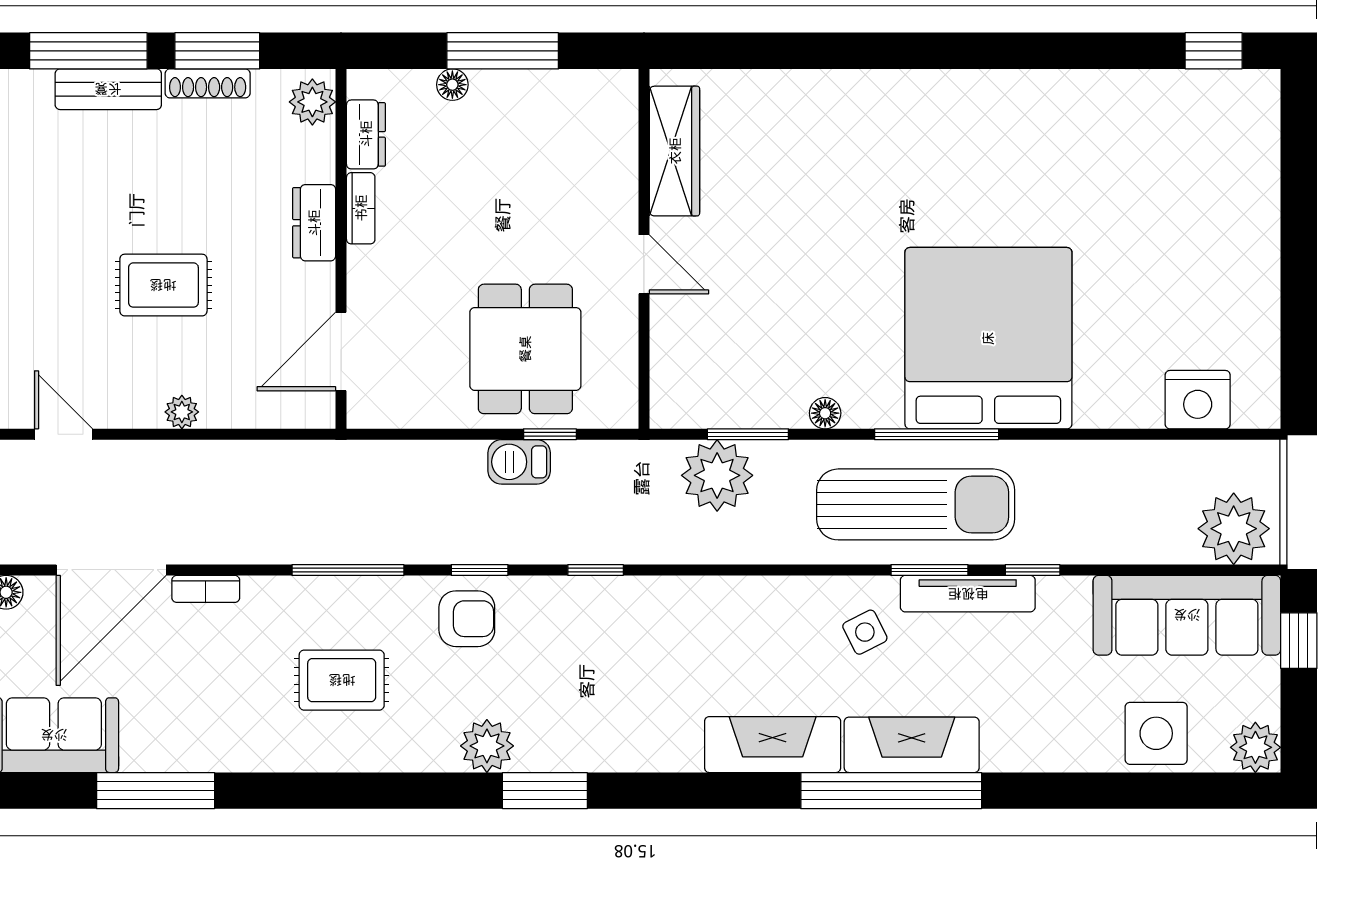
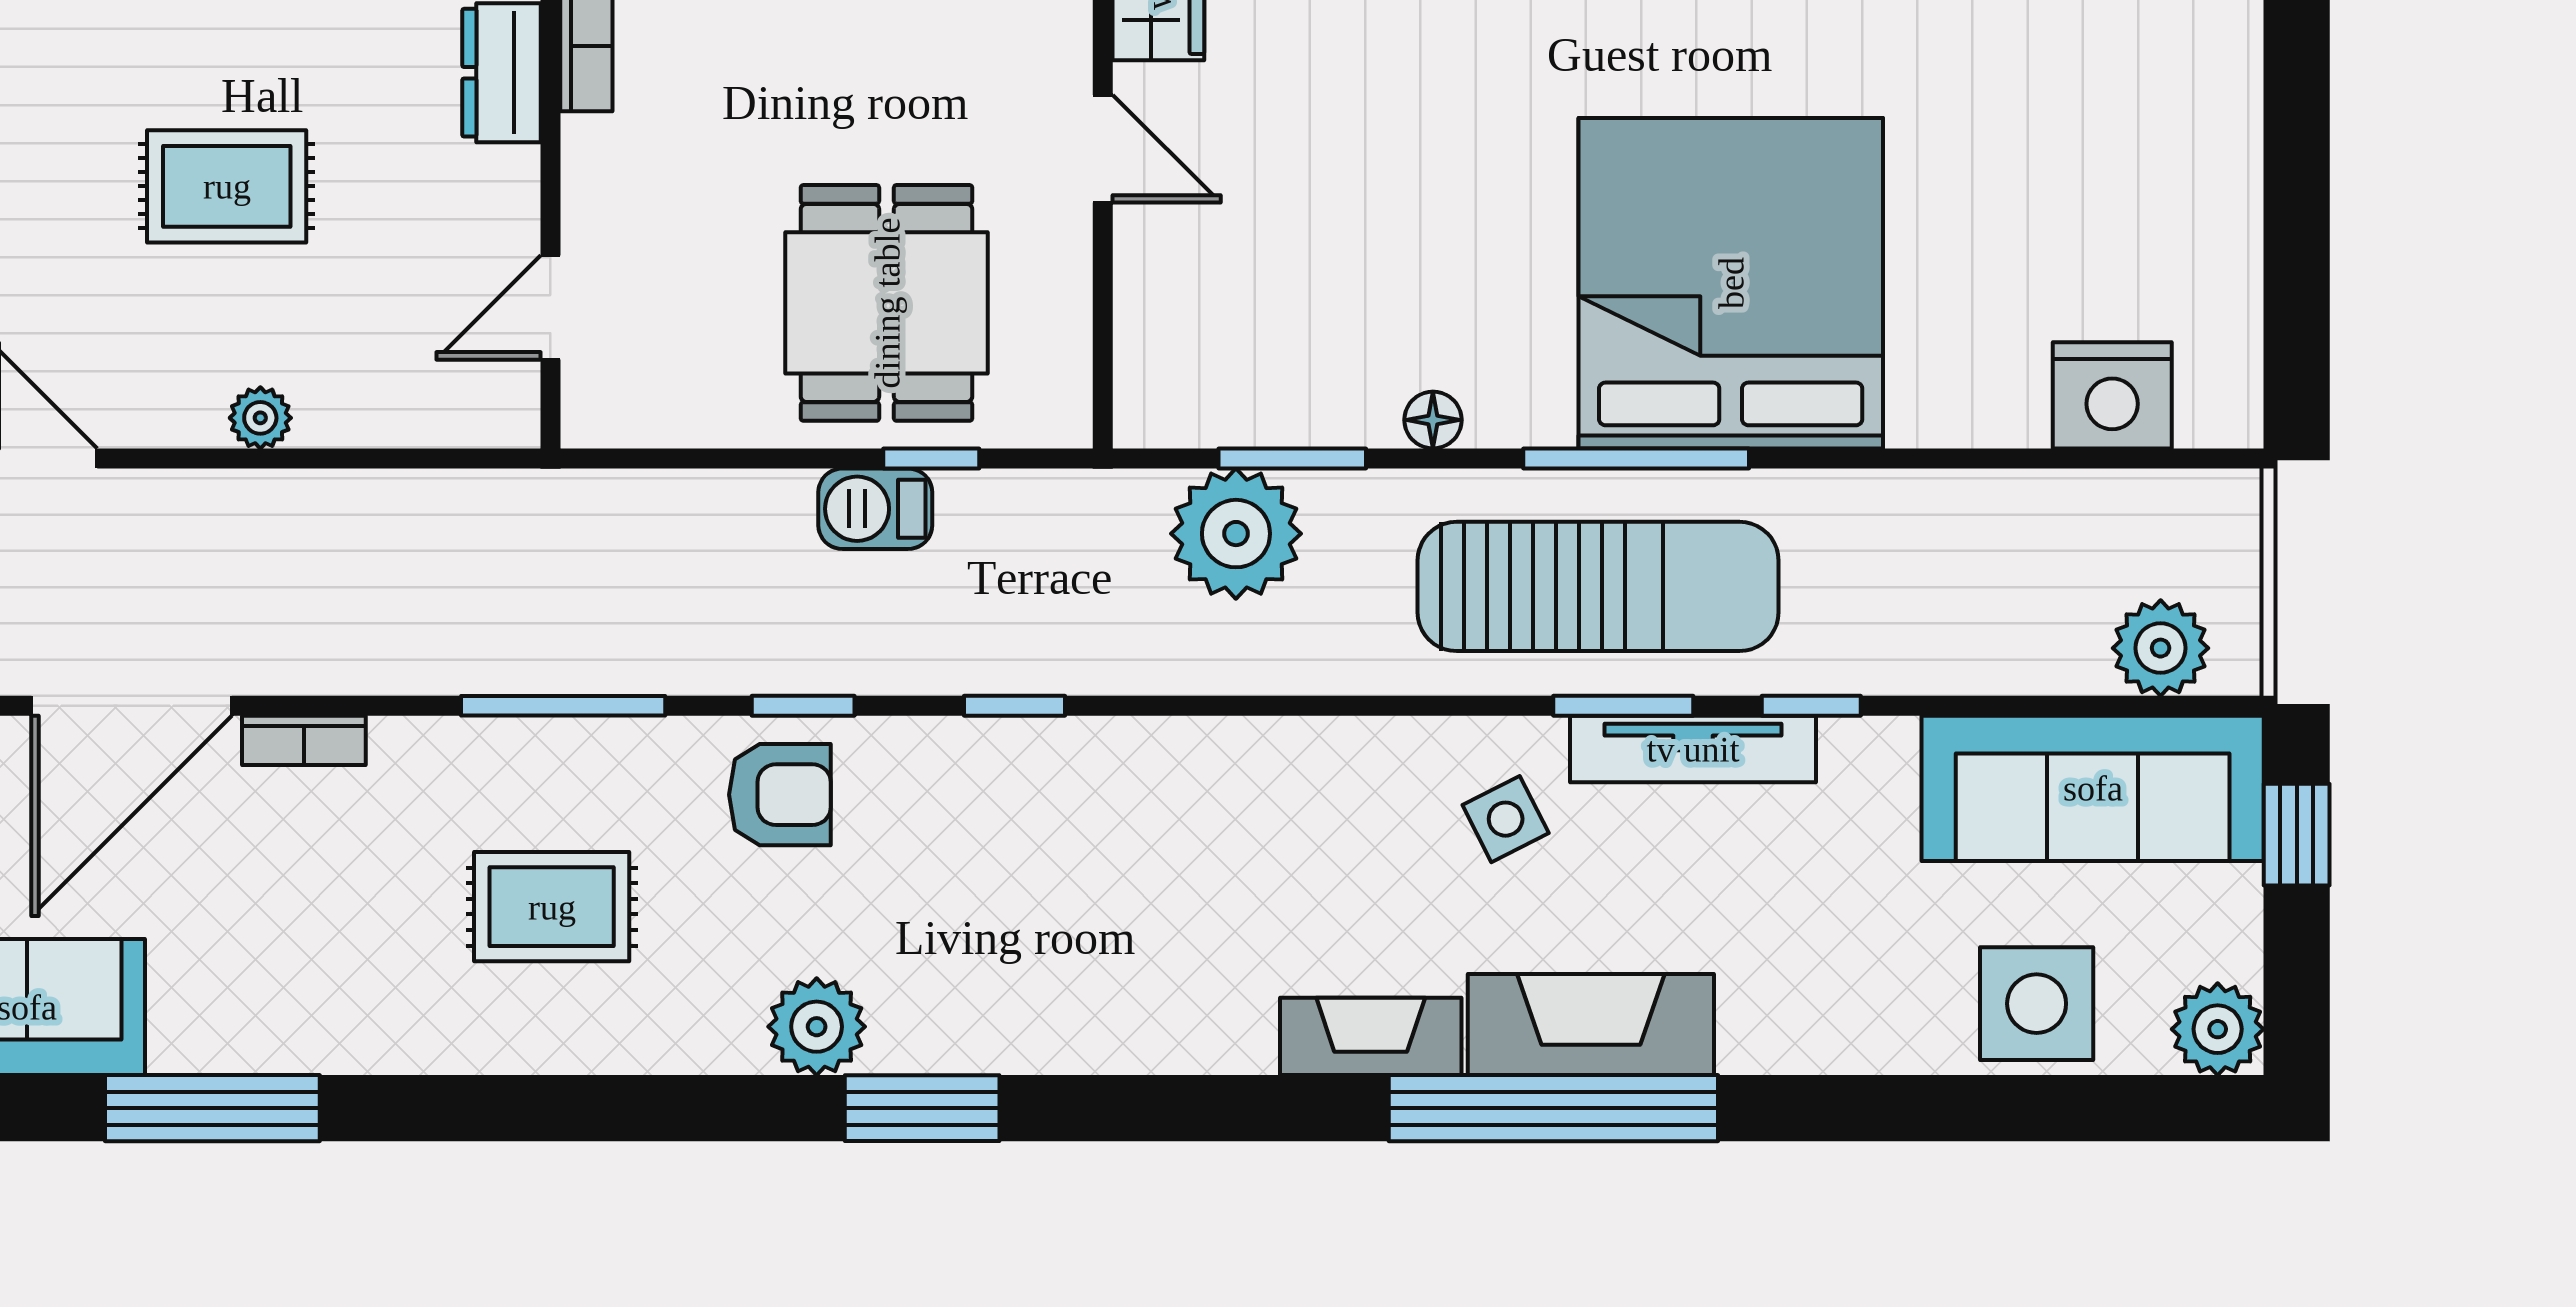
door: (341, 352) -> (550, 308), width x0.73
plant: (1234, 529) -> (2161, 648), width x0.73, depth x0.73
fireplace: (773, 745) -> (1371, 1036), width x0.73, depth x0.76

